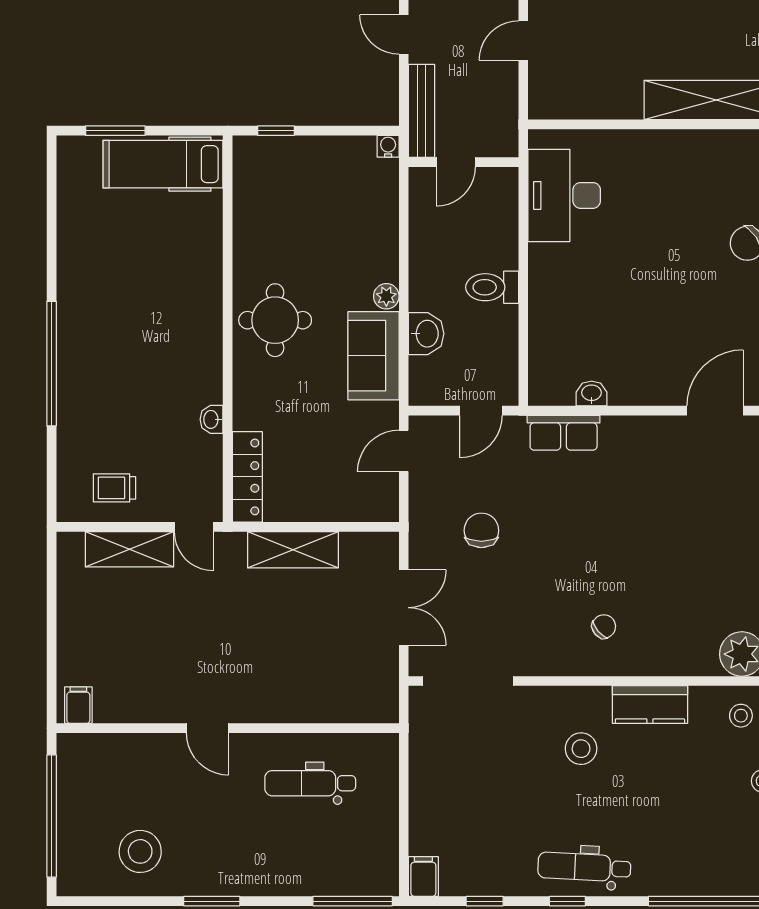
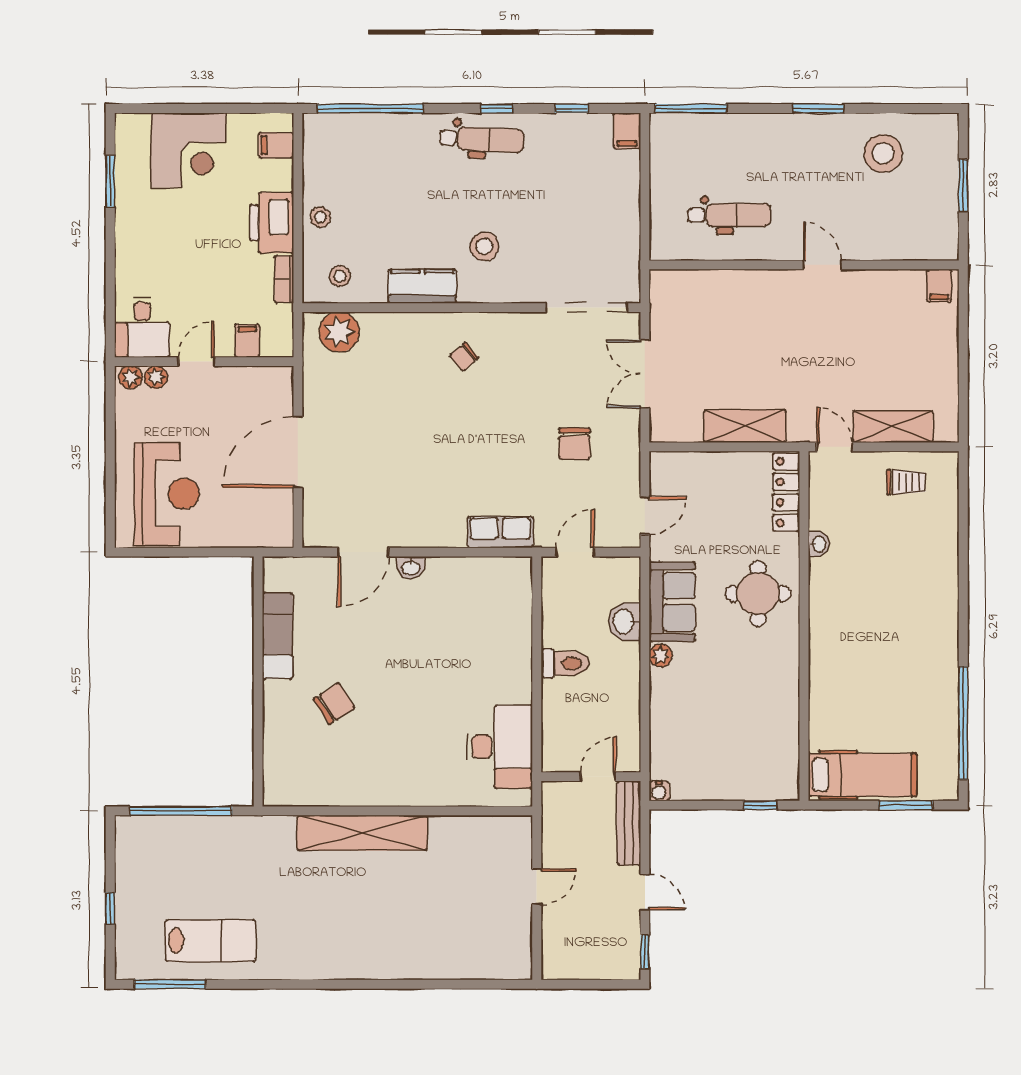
round table: (275, 320) -> (758, 594), moved
window: (52, 364) -> (963, 723), moved
washbasin: (591, 393) -> (411, 568), moved
window: (52, 816) -> (963, 185), width x0.47

